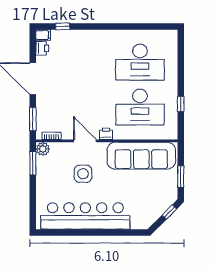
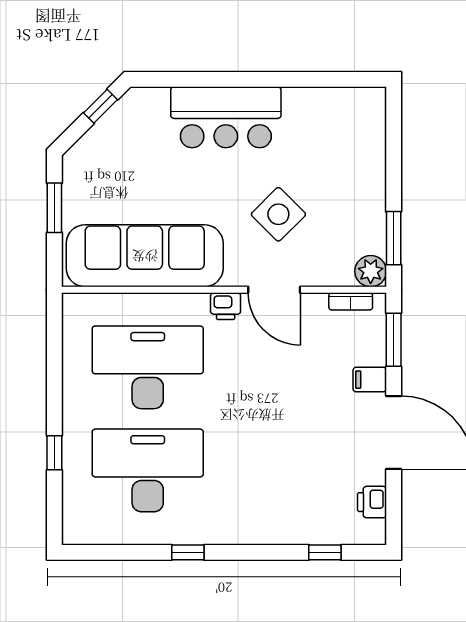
window: (122, 26) -> (188, 552), added
filing cabinet: (43, 35) -> (370, 380), moved
window: (181, 104) -> (54, 453), moved
side table: (83, 174) -> (278, 214), turned 45
window: (169, 212) -> (101, 106), moved
bar counter: (85, 216) -> (226, 117), width x0.54

